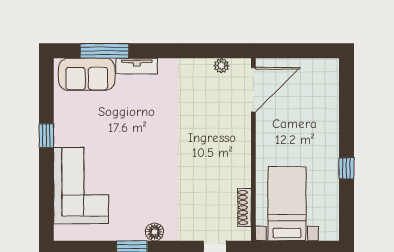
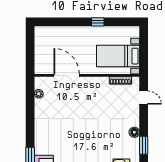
tv unit: (137, 66) -> (39, 142), removed
door: (253, 90) -> (67, 75), moved

